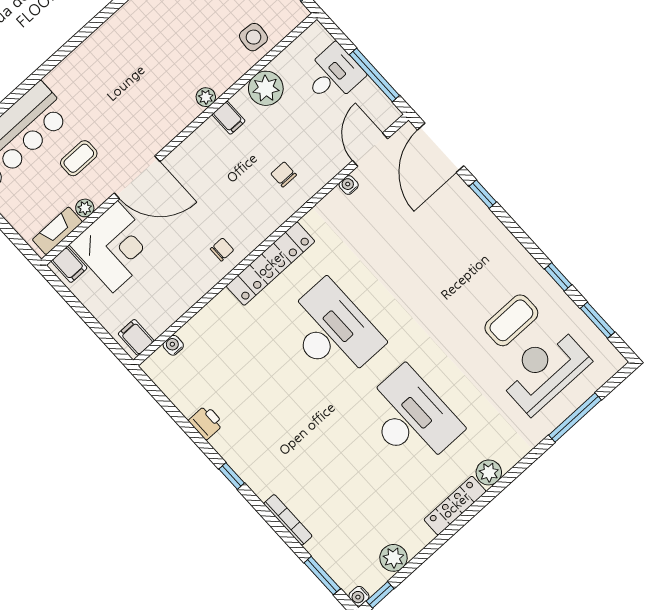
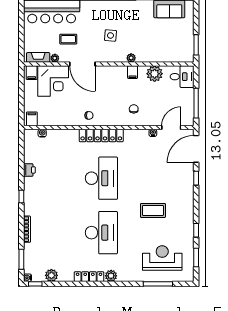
side table: (253, 37) -> (110, 35), moved
desk: (333, 74) -> (182, 77), moved
coffee table: (511, 320) -> (153, 210), moved

